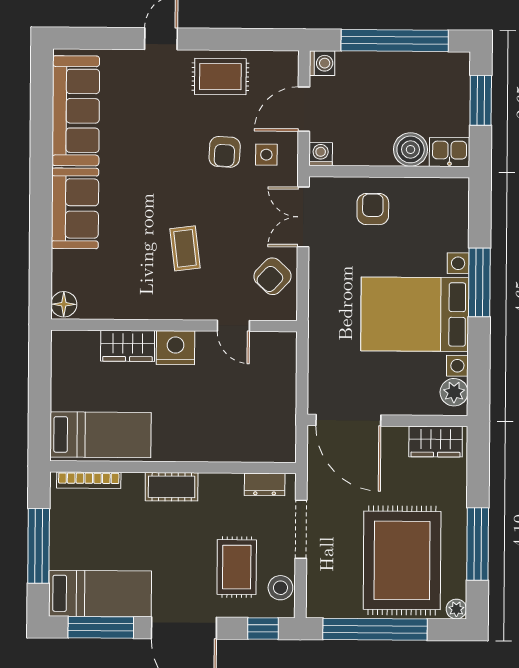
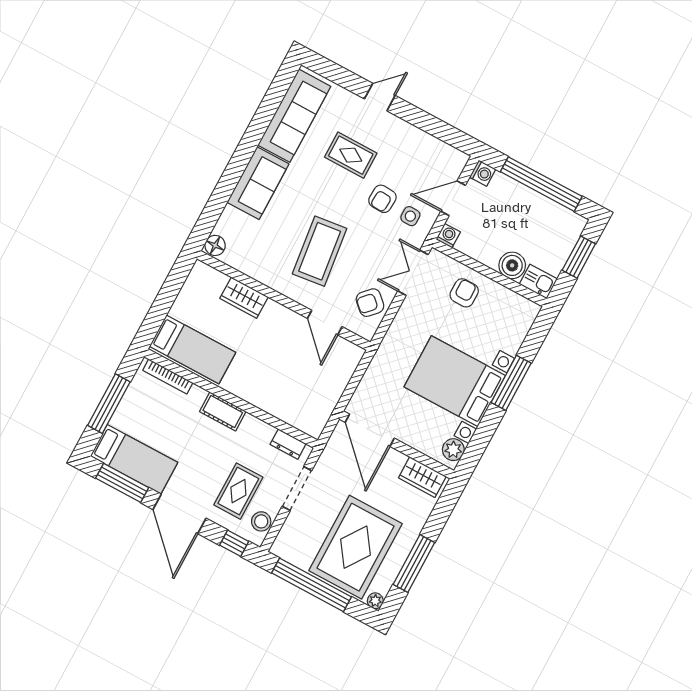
rug: (220, 77) -> (351, 155), moved
coffee table: (185, 248) -> (320, 251), width x1.86, depth x1.72
door: (233, 326) -> (325, 323), width x1.38
nightstand: (176, 348) -> (277, 317), removed

